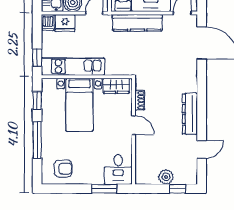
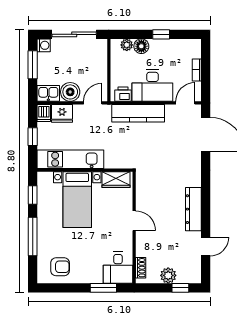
window: (37, 58) -> (33, 137), moved
shoe rack: (140, 100) -> (141, 268), moved

